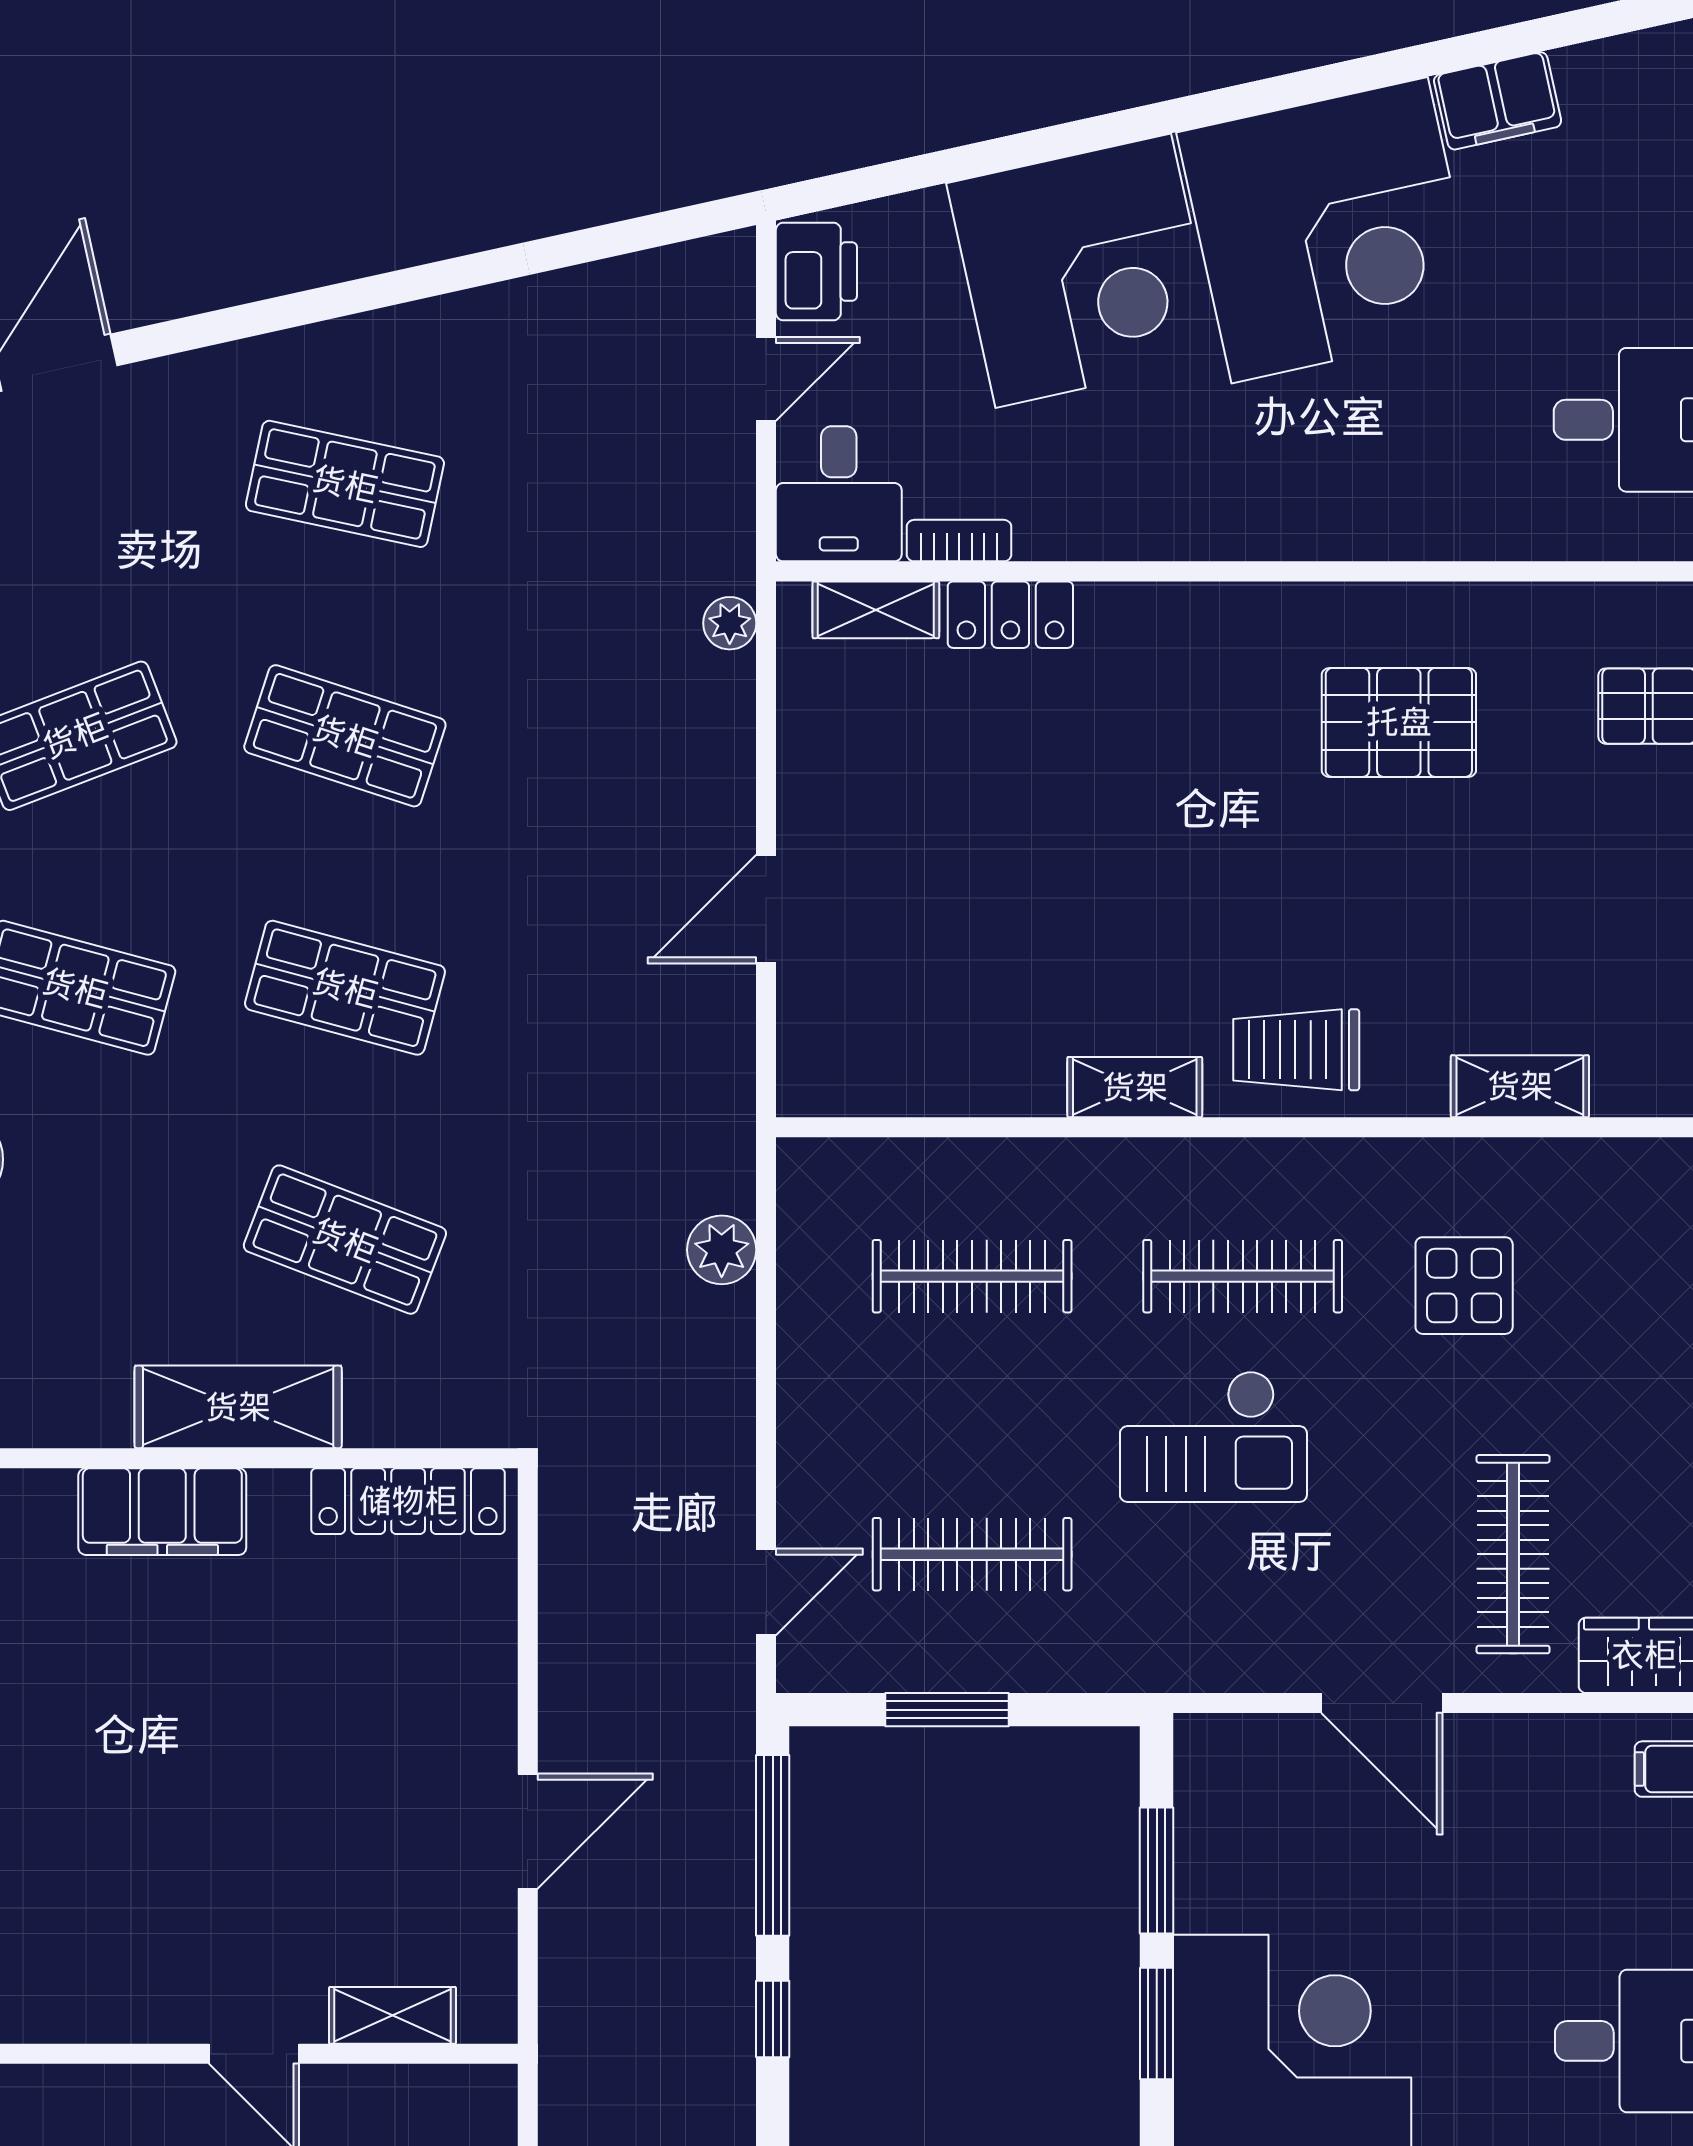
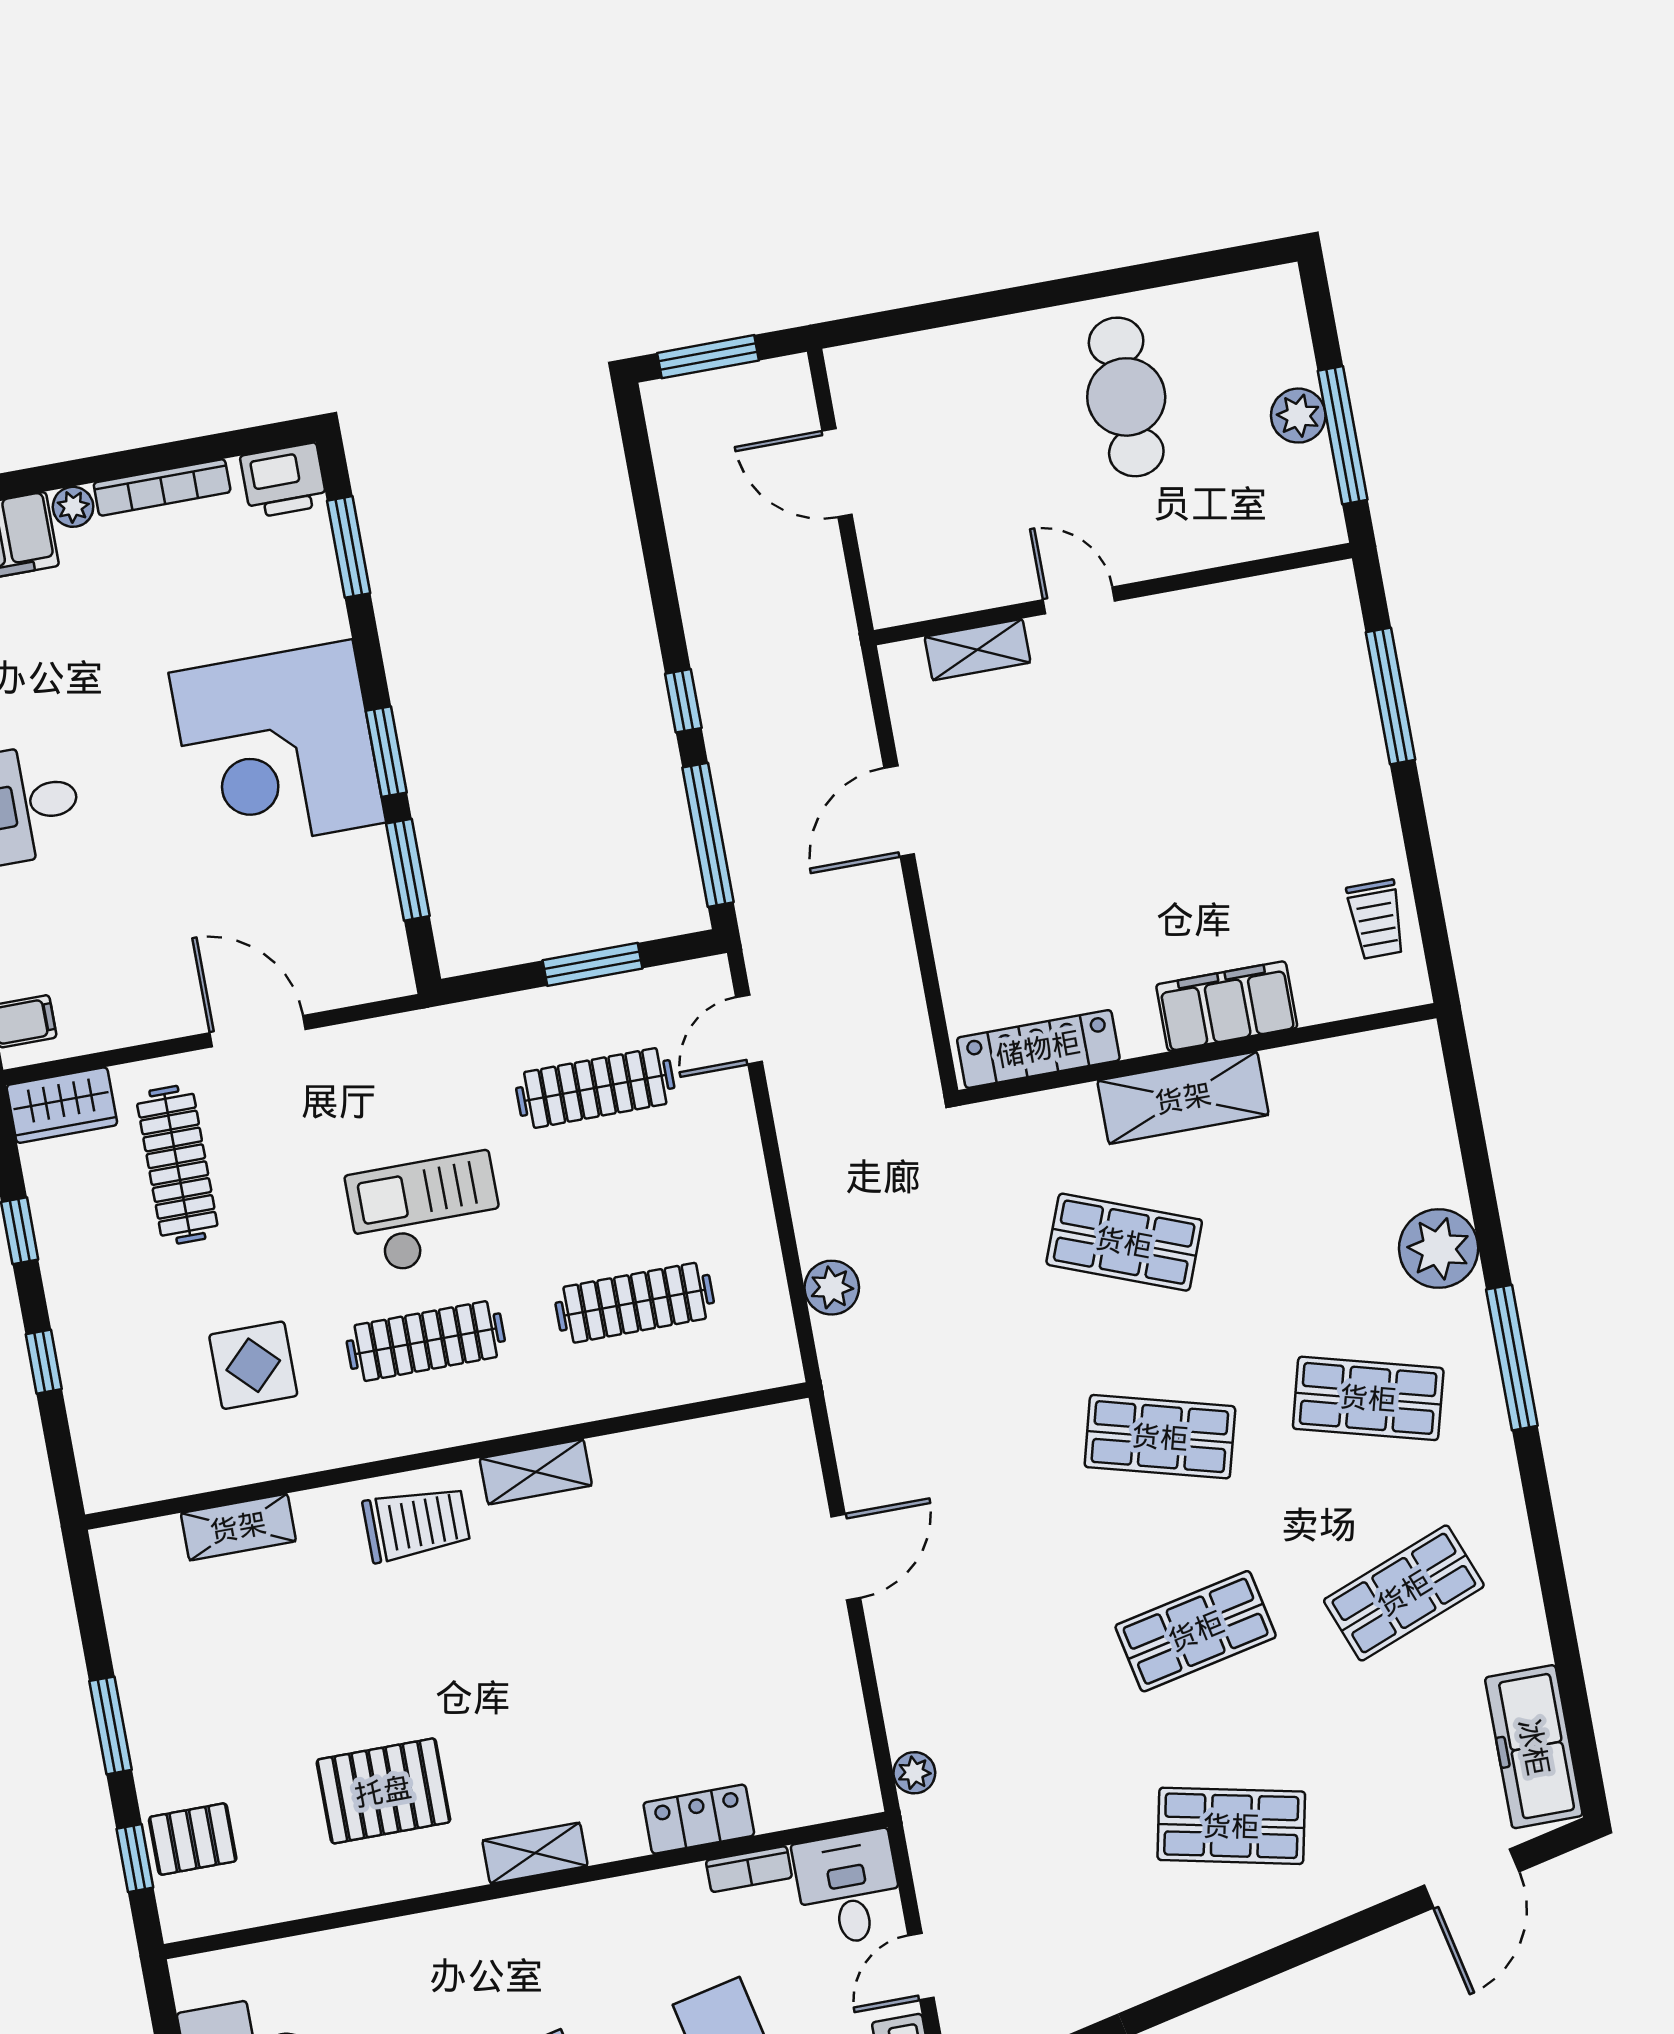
shelving: (876, 610) -> (535, 1853), moved
shop shelf: (345, 736) -> (1196, 1631), turned -30

